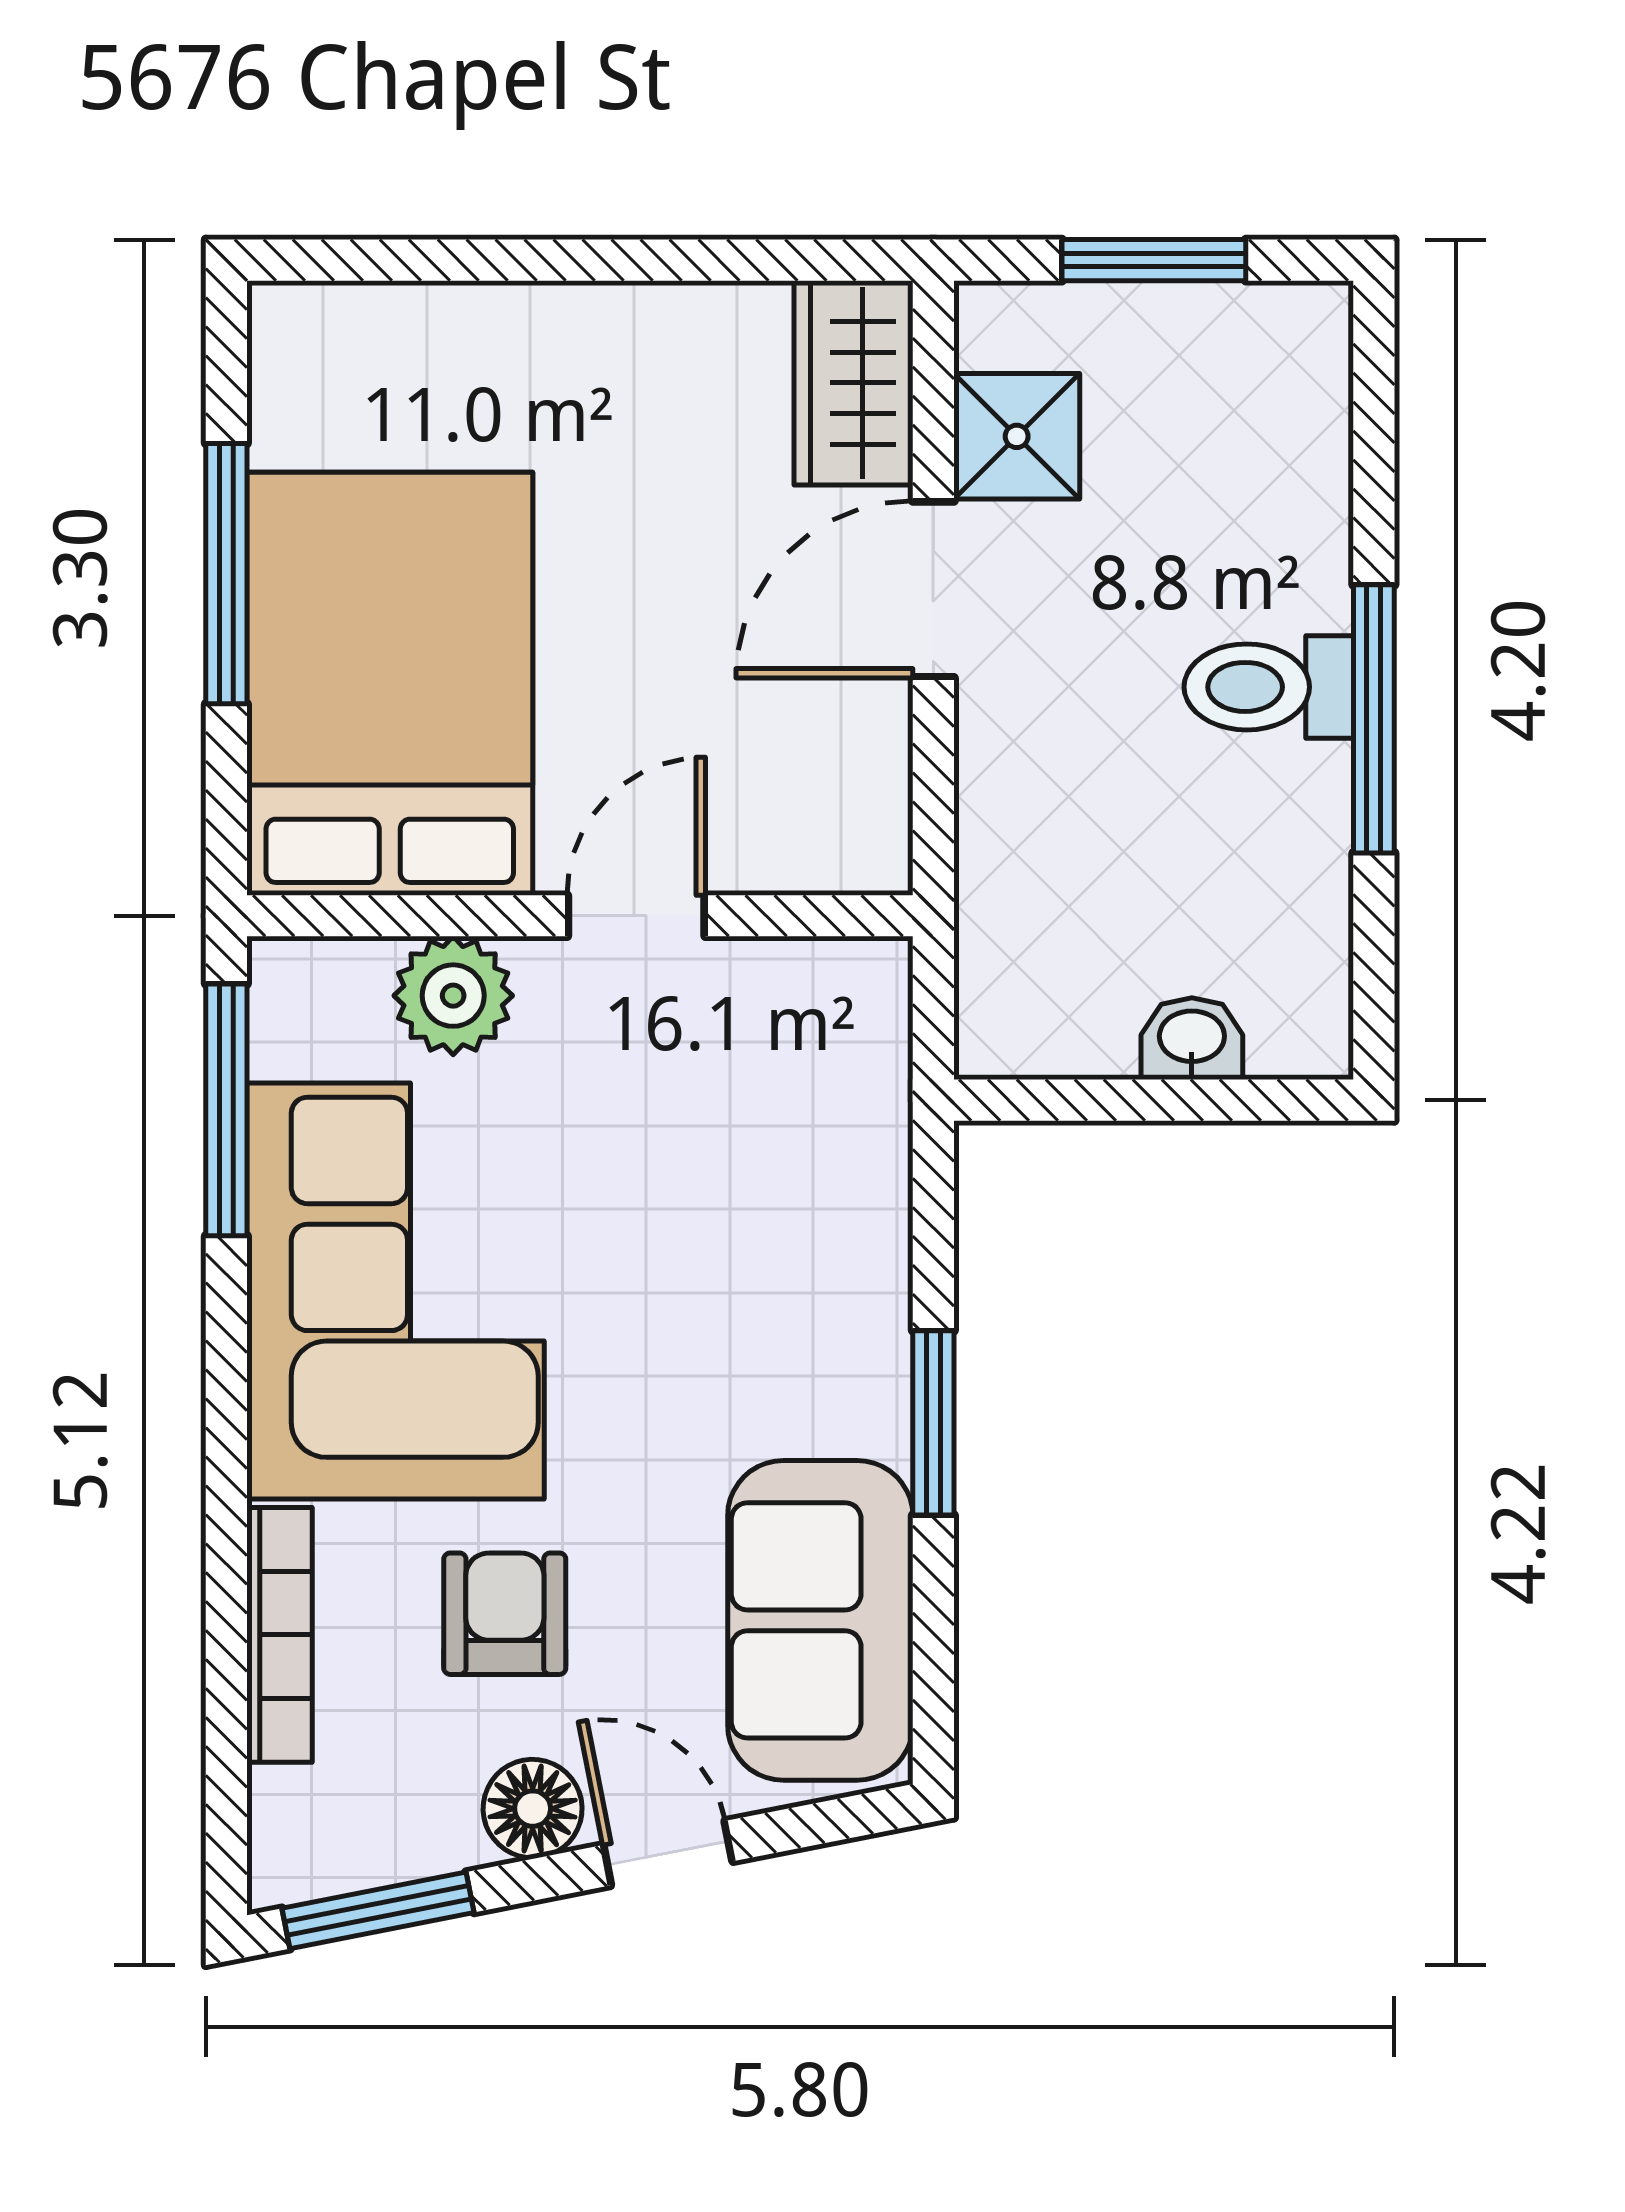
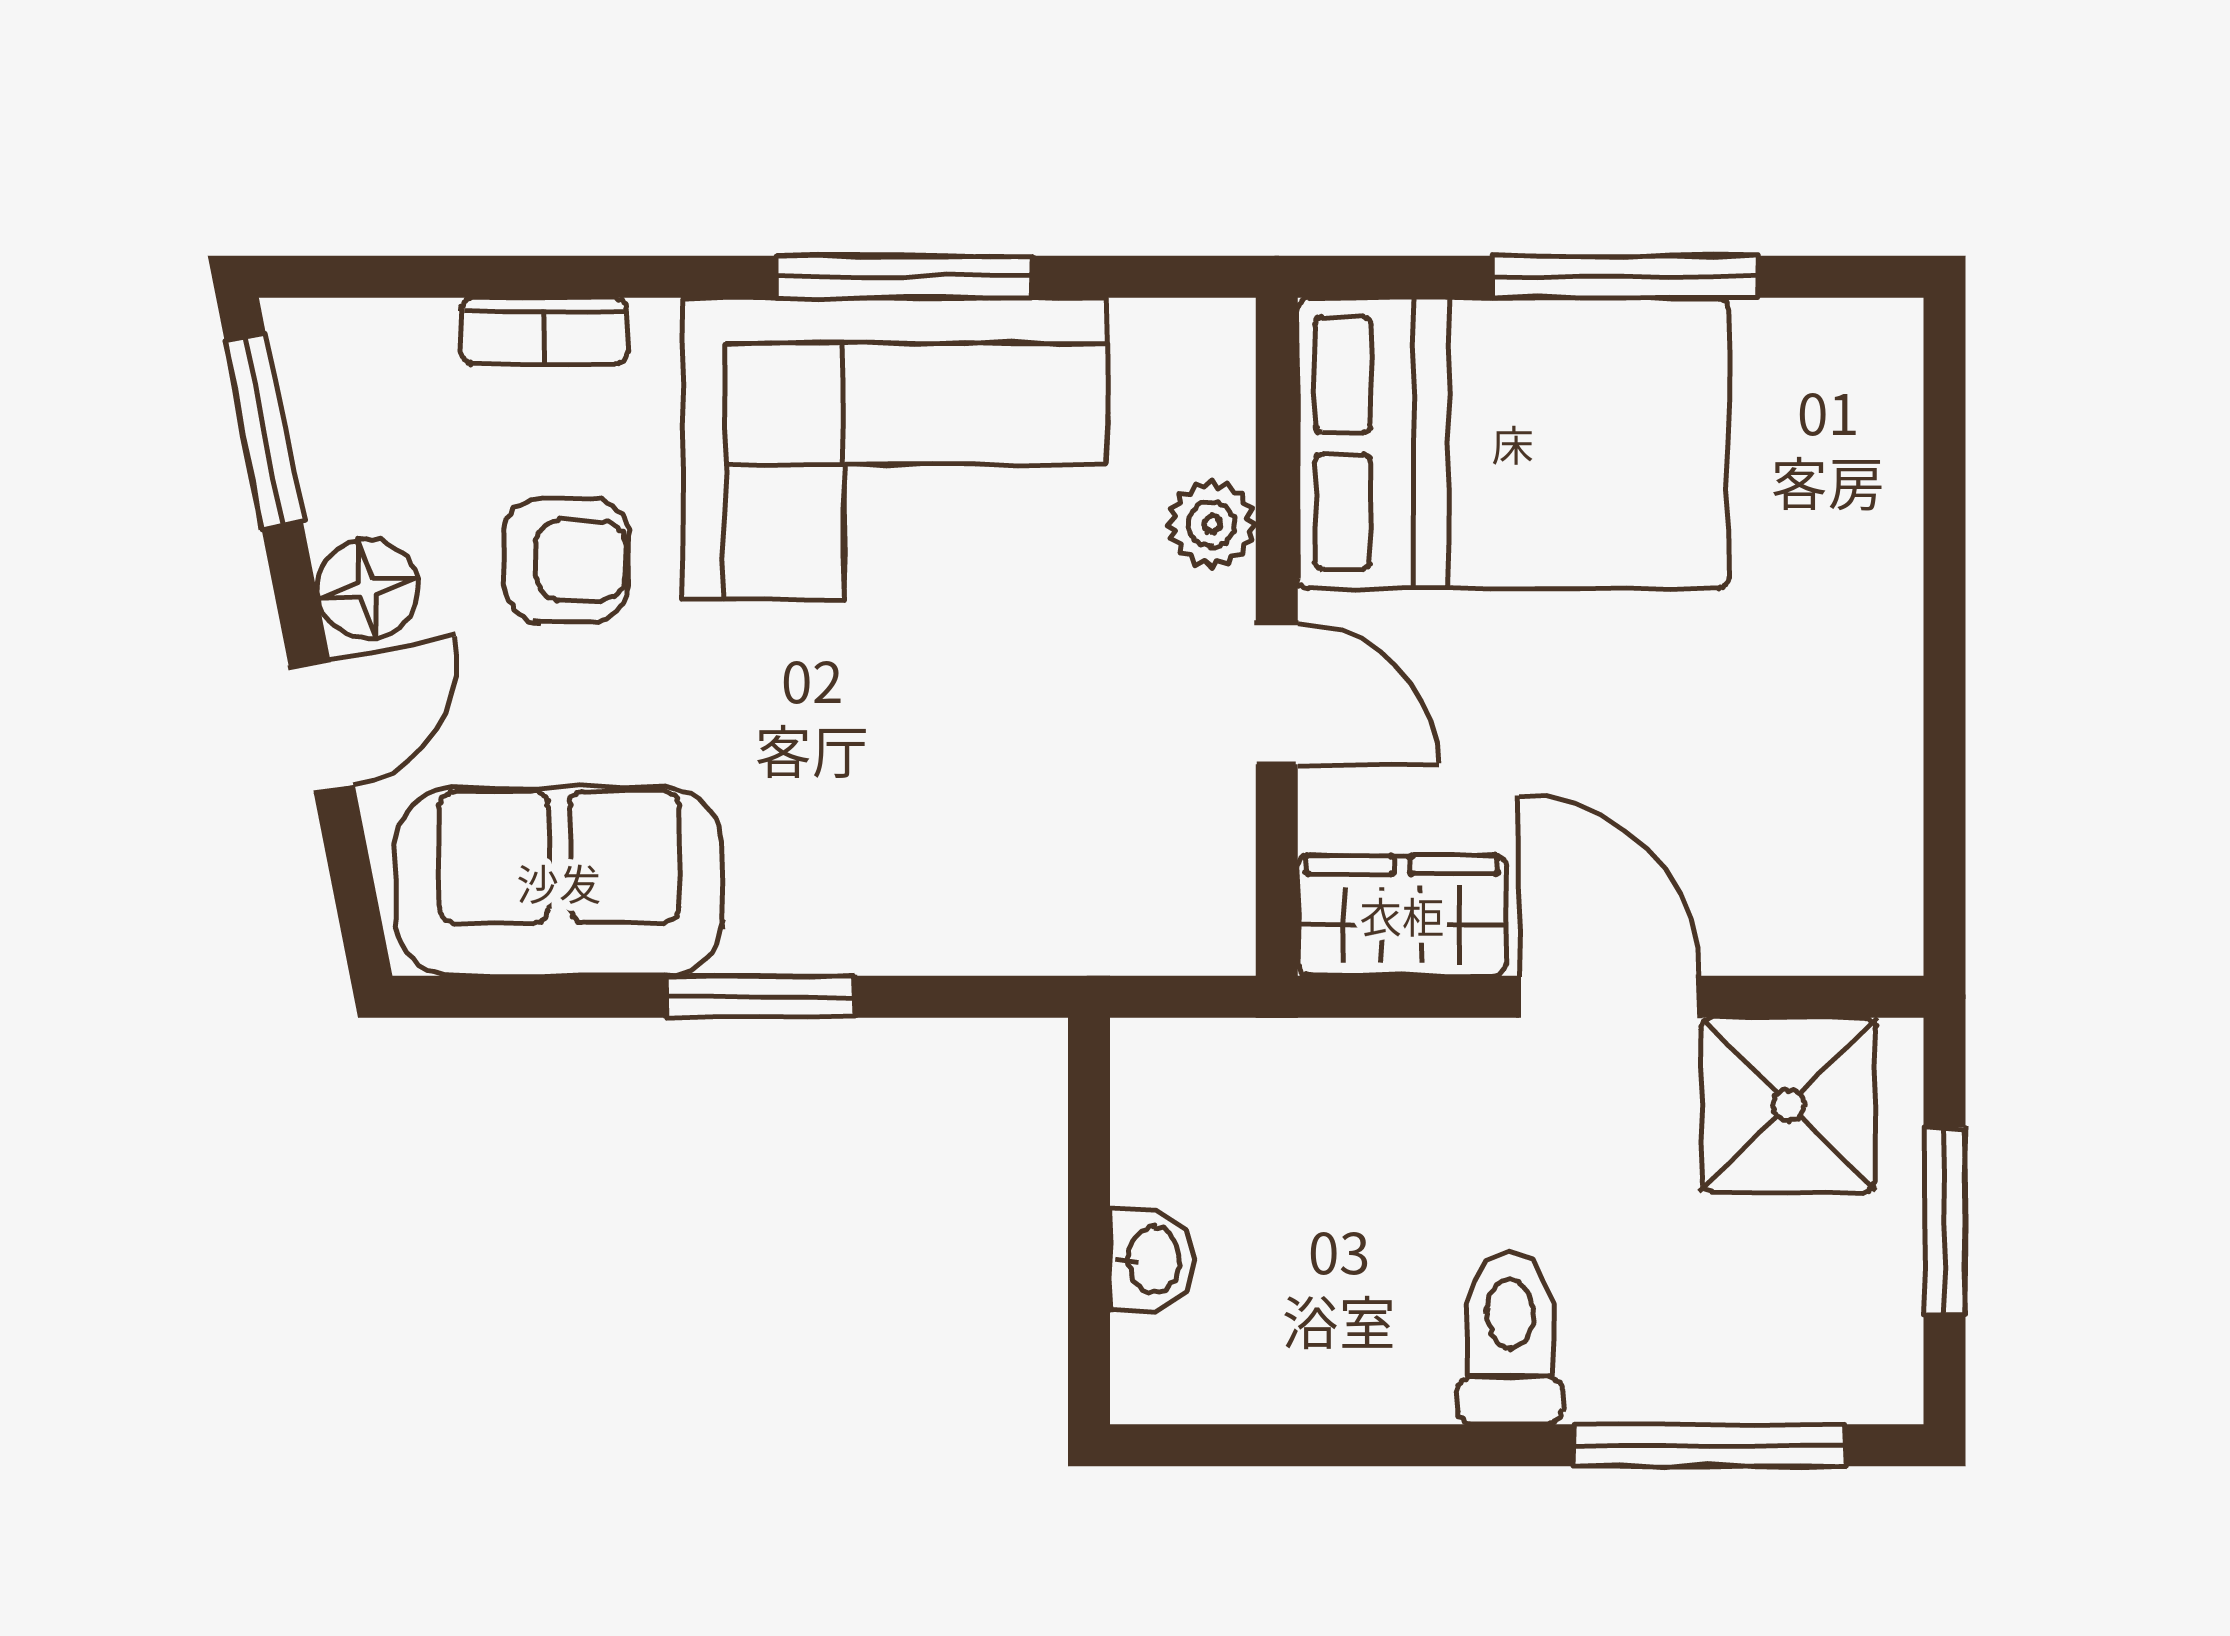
wardrobe: (853, 383) -> (1402, 915), moved
shower: (1017, 436) -> (1788, 1105), width x1.36, depth x1.36
window: (1374, 719) -> (1710, 1445), moved
plant: (453, 996) -> (1212, 524), width x0.73, depth x0.73
window: (226, 1110) -> (904, 277), moved
bookcase: (280, 1635) -> (544, 331), width x0.64

